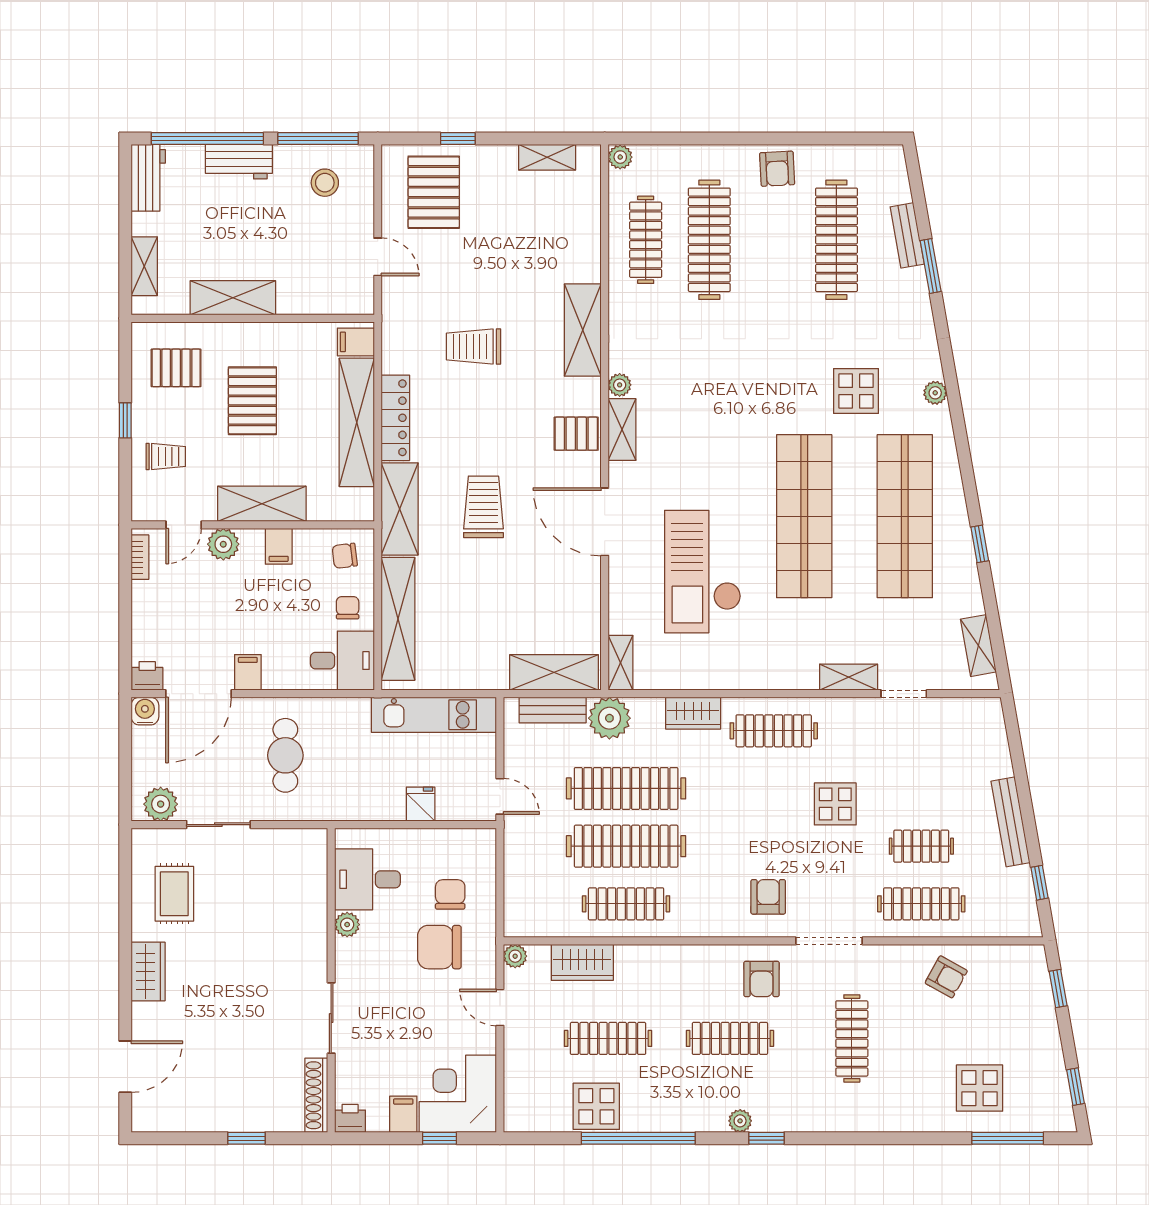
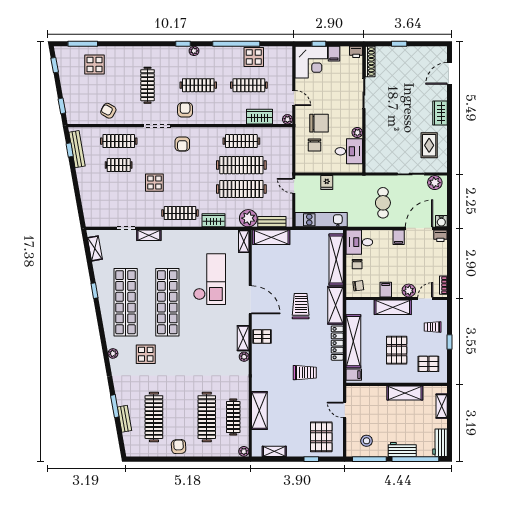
shelving: (583, 330) -> (259, 411), moved
trolley: (483, 507) -> (301, 306), turned 180
bench: (1010, 822) -> (77, 149), moved

